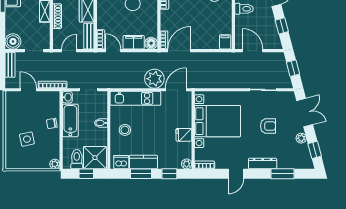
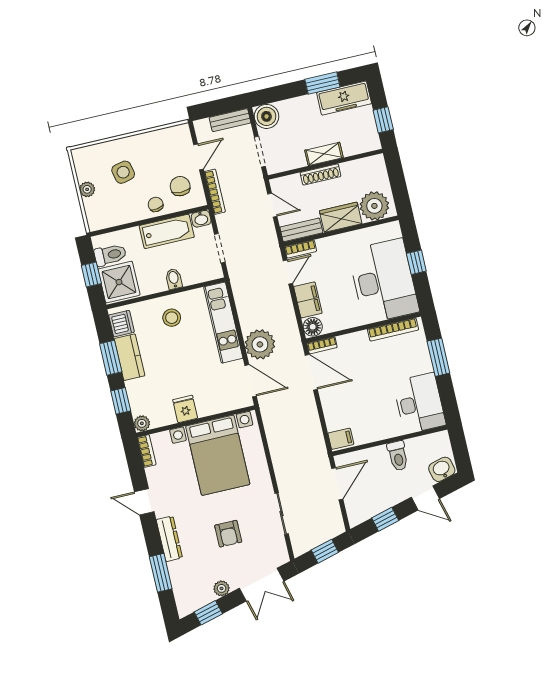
chair: (44, 106) -> (180, 186), added
plant: (55, 164) -> (87, 189), moved

